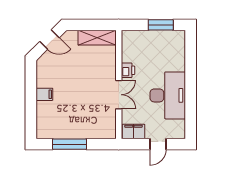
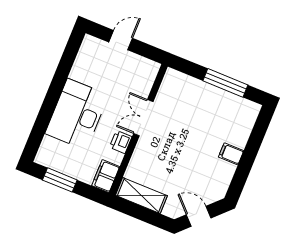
desk: (168, 95) -> (77, 114), moved
filing cabinet: (133, 131) -> (106, 176), moved, turned 90

